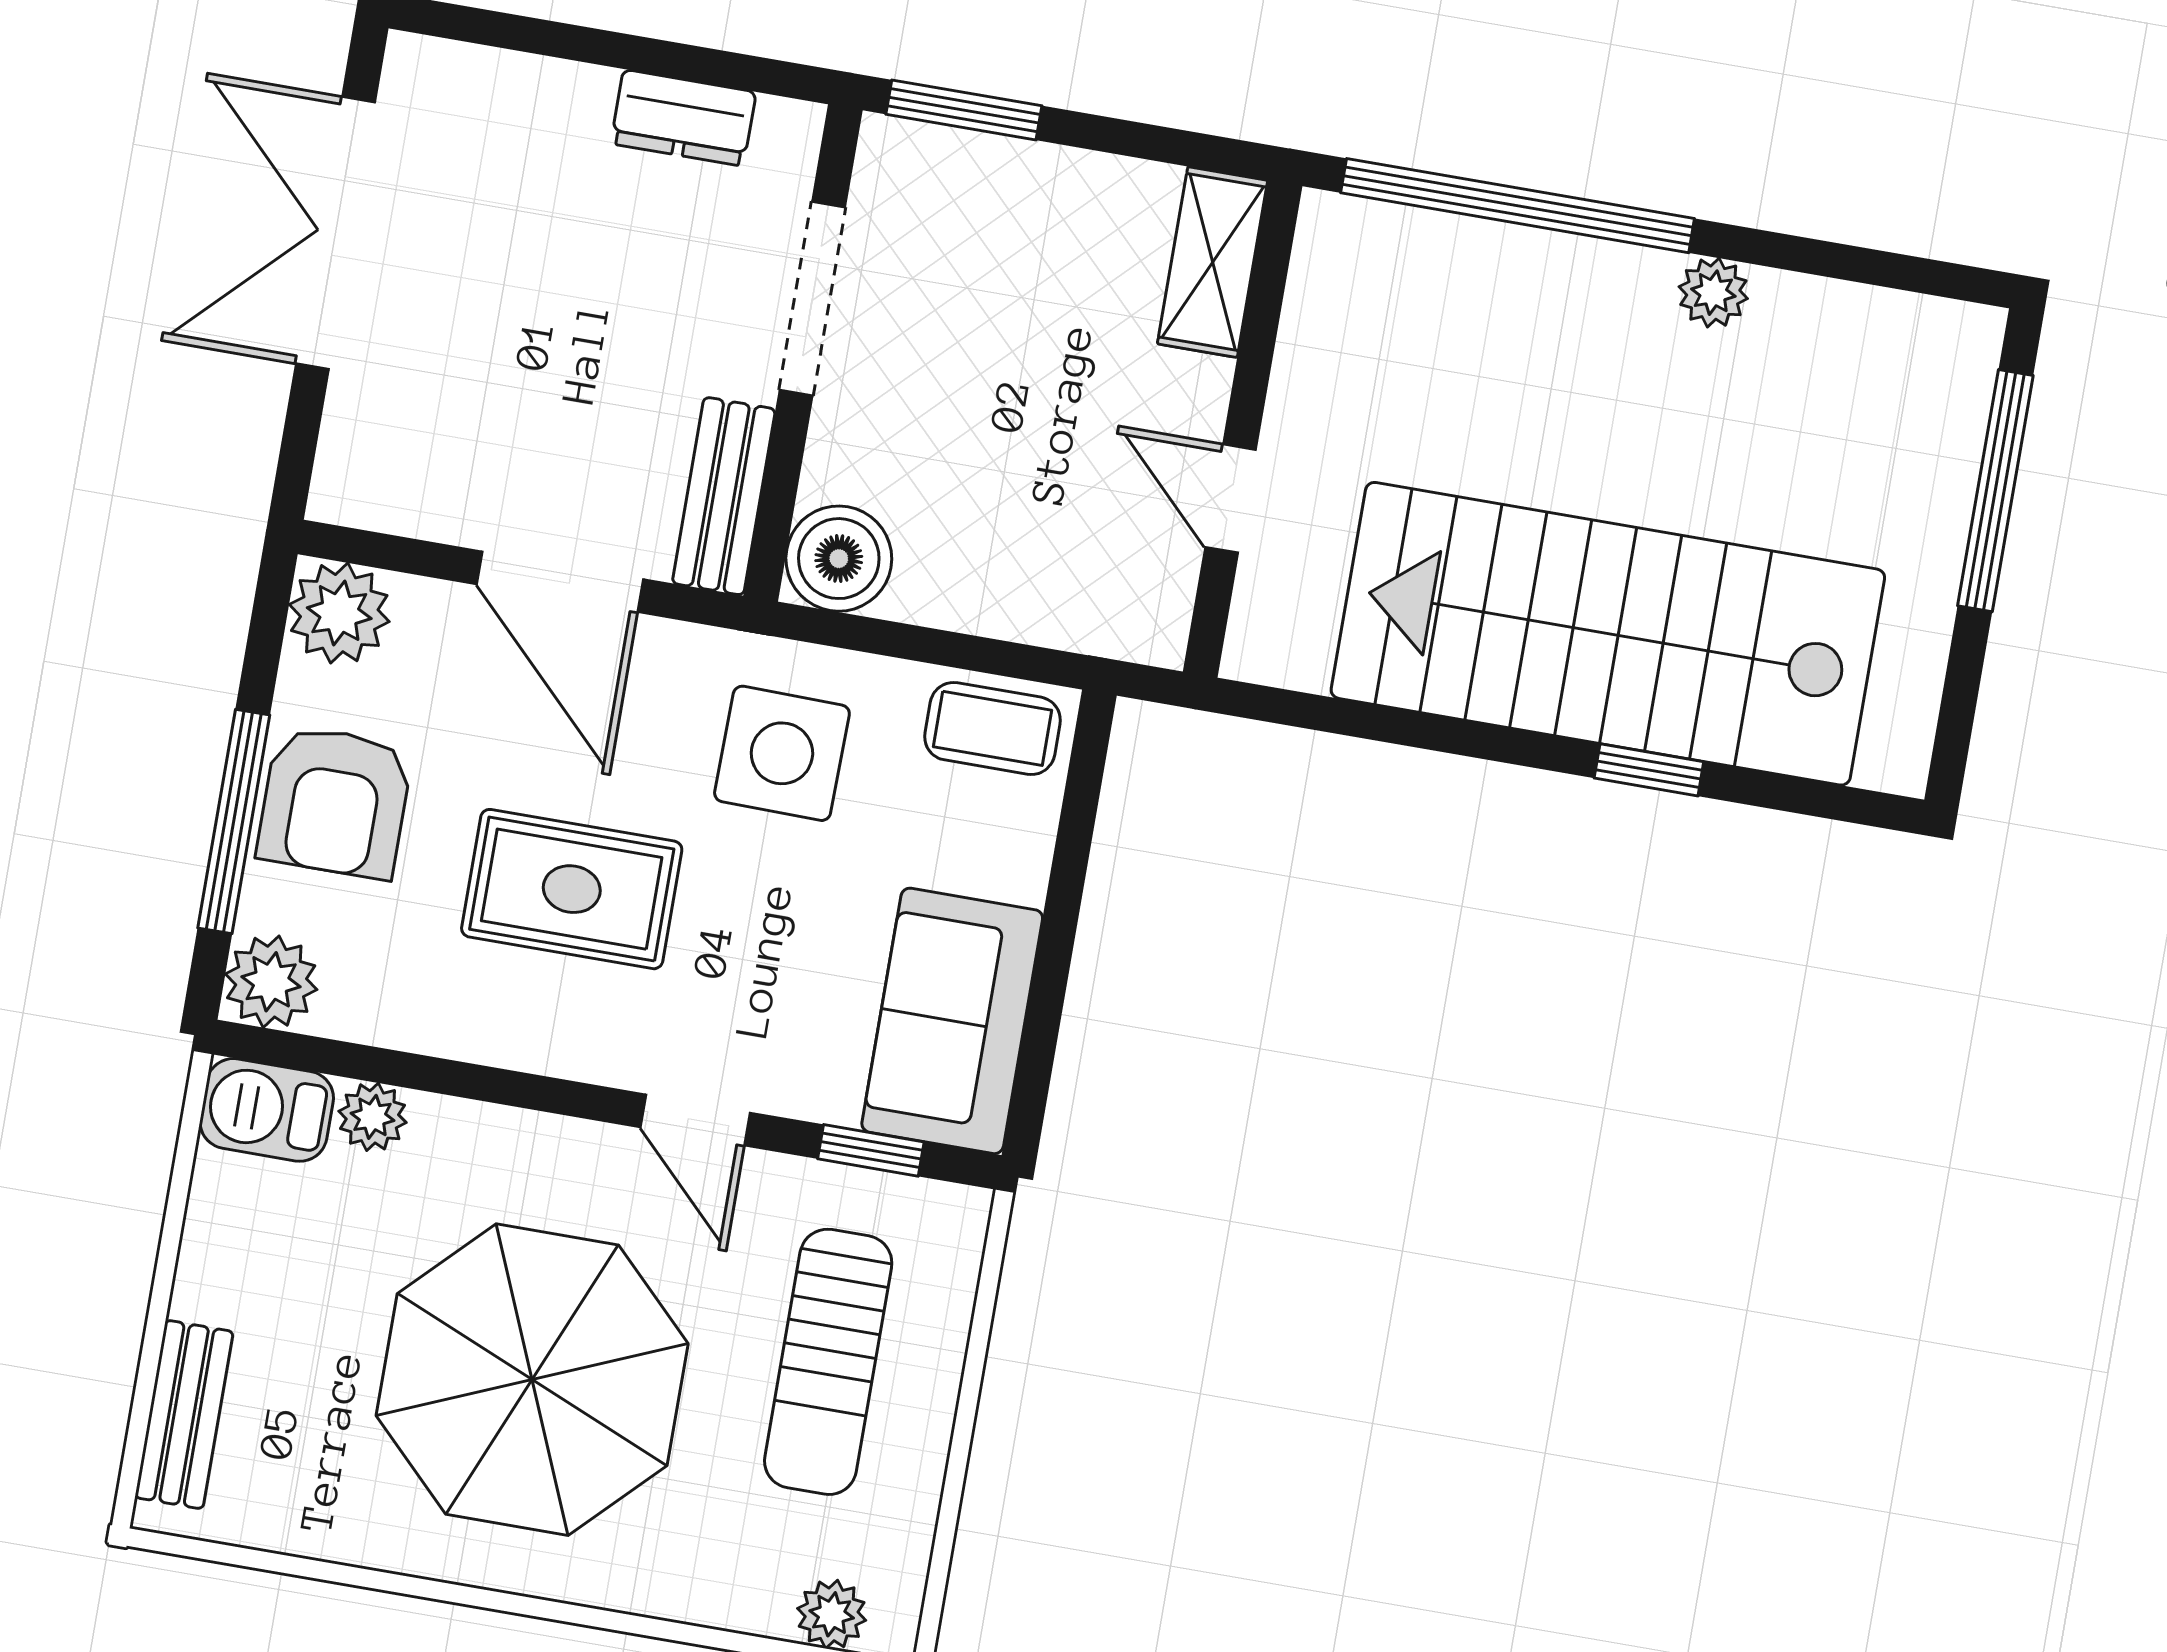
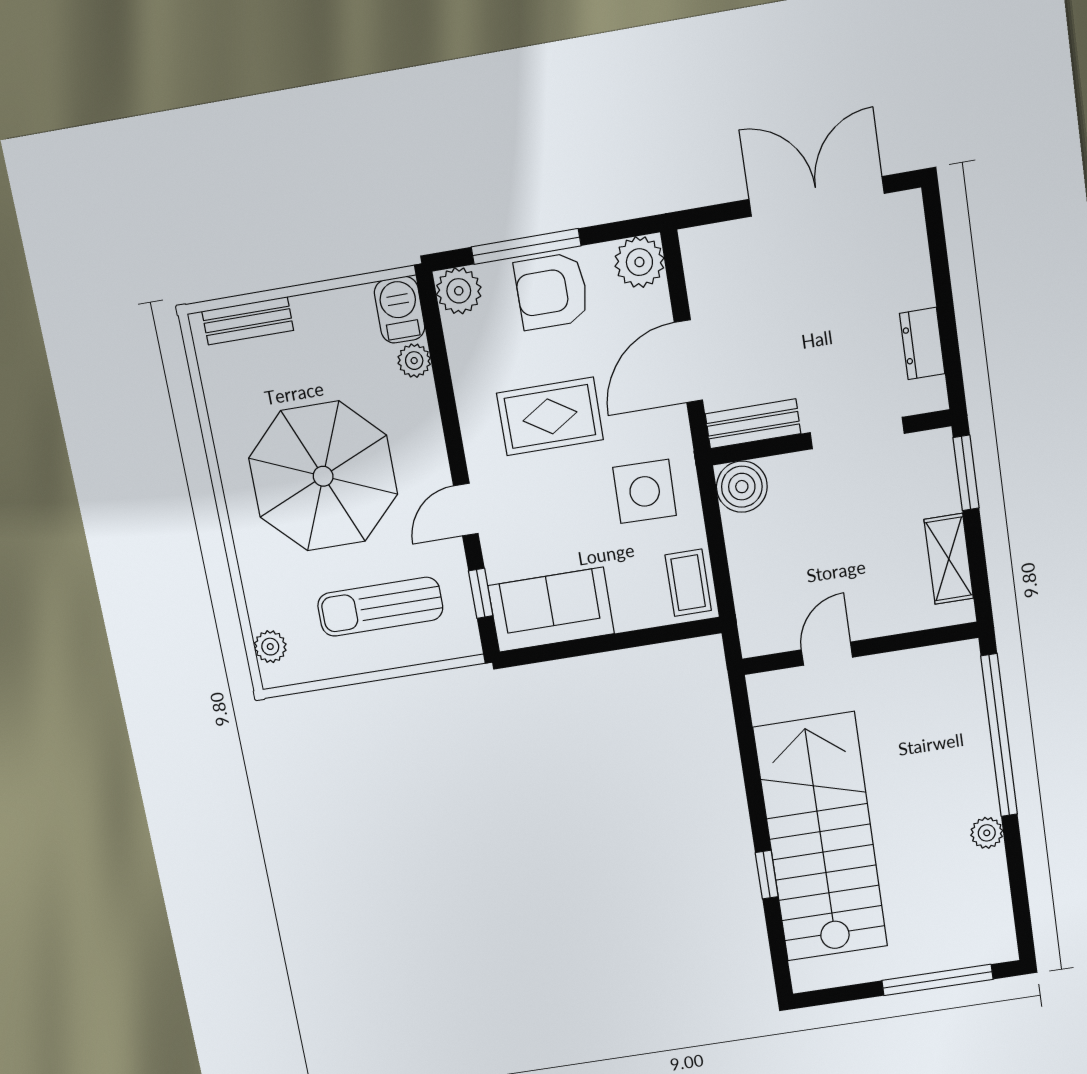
shelving: (1213, 262) -> (949, 559), moved, turned 90
rug: (572, 889) -> (550, 416), turned 90

